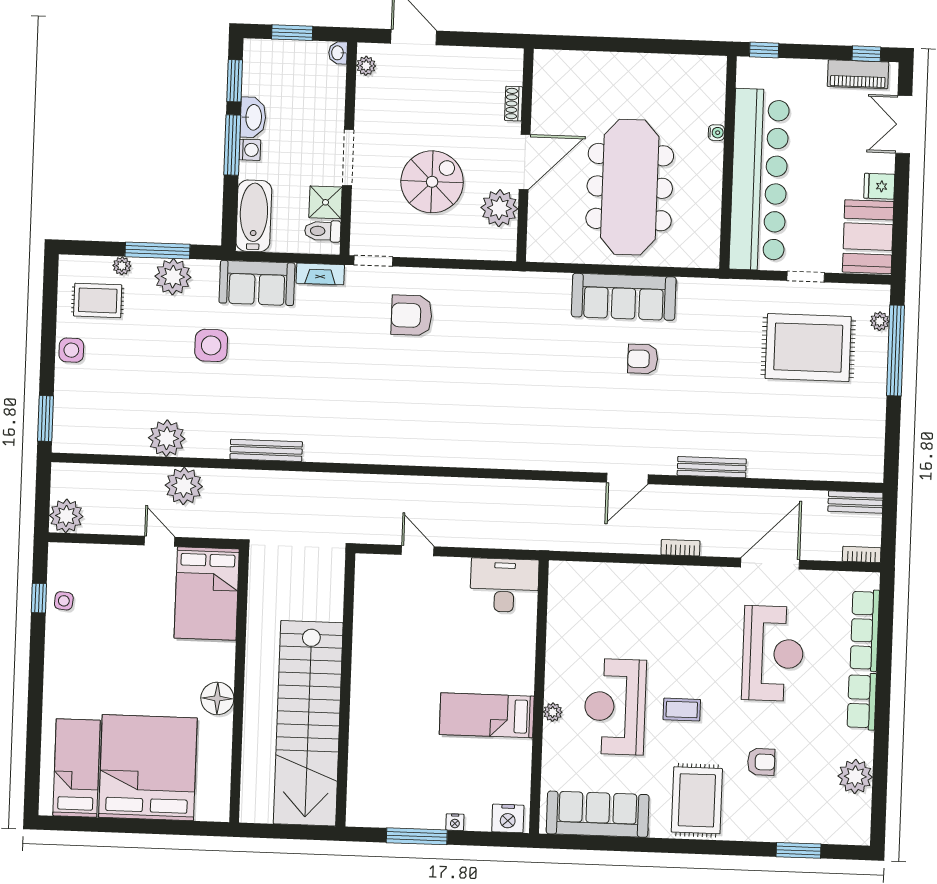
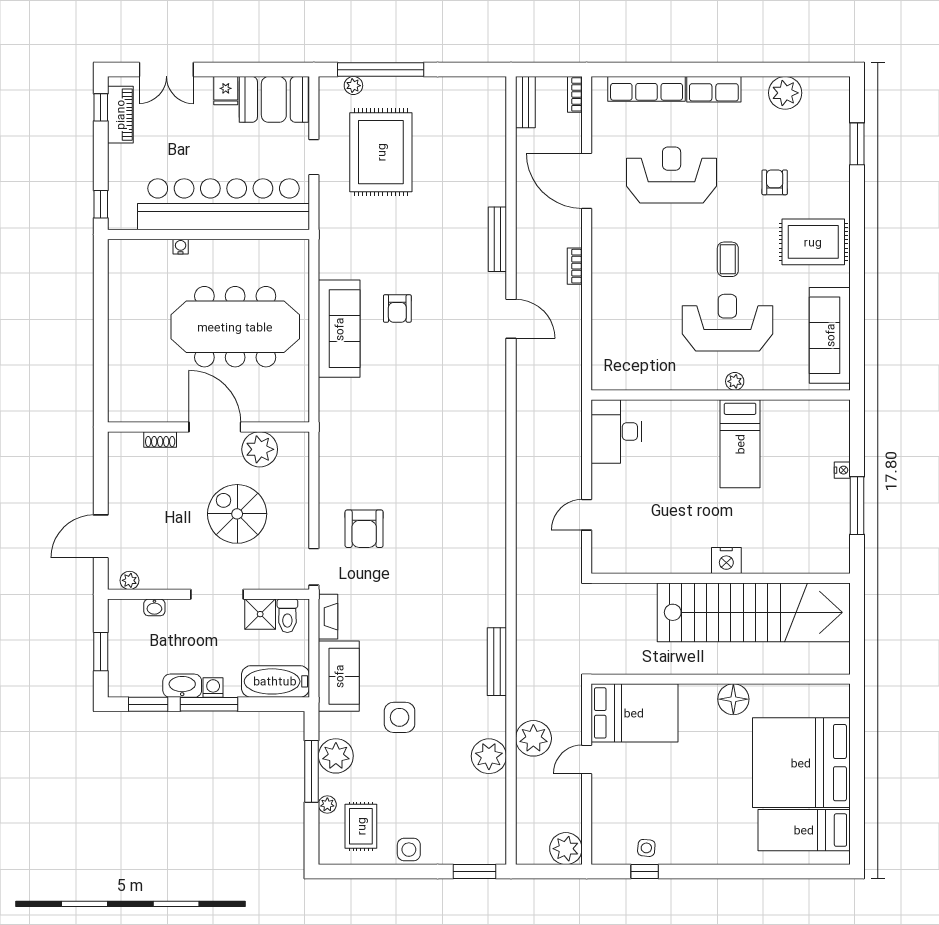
washbasin: (338, 53) -> (154, 607), moved
reception desk: (615, 707) -> (727, 323), turned 180
nightstand: (508, 818) -> (726, 560), moved, turned 90

